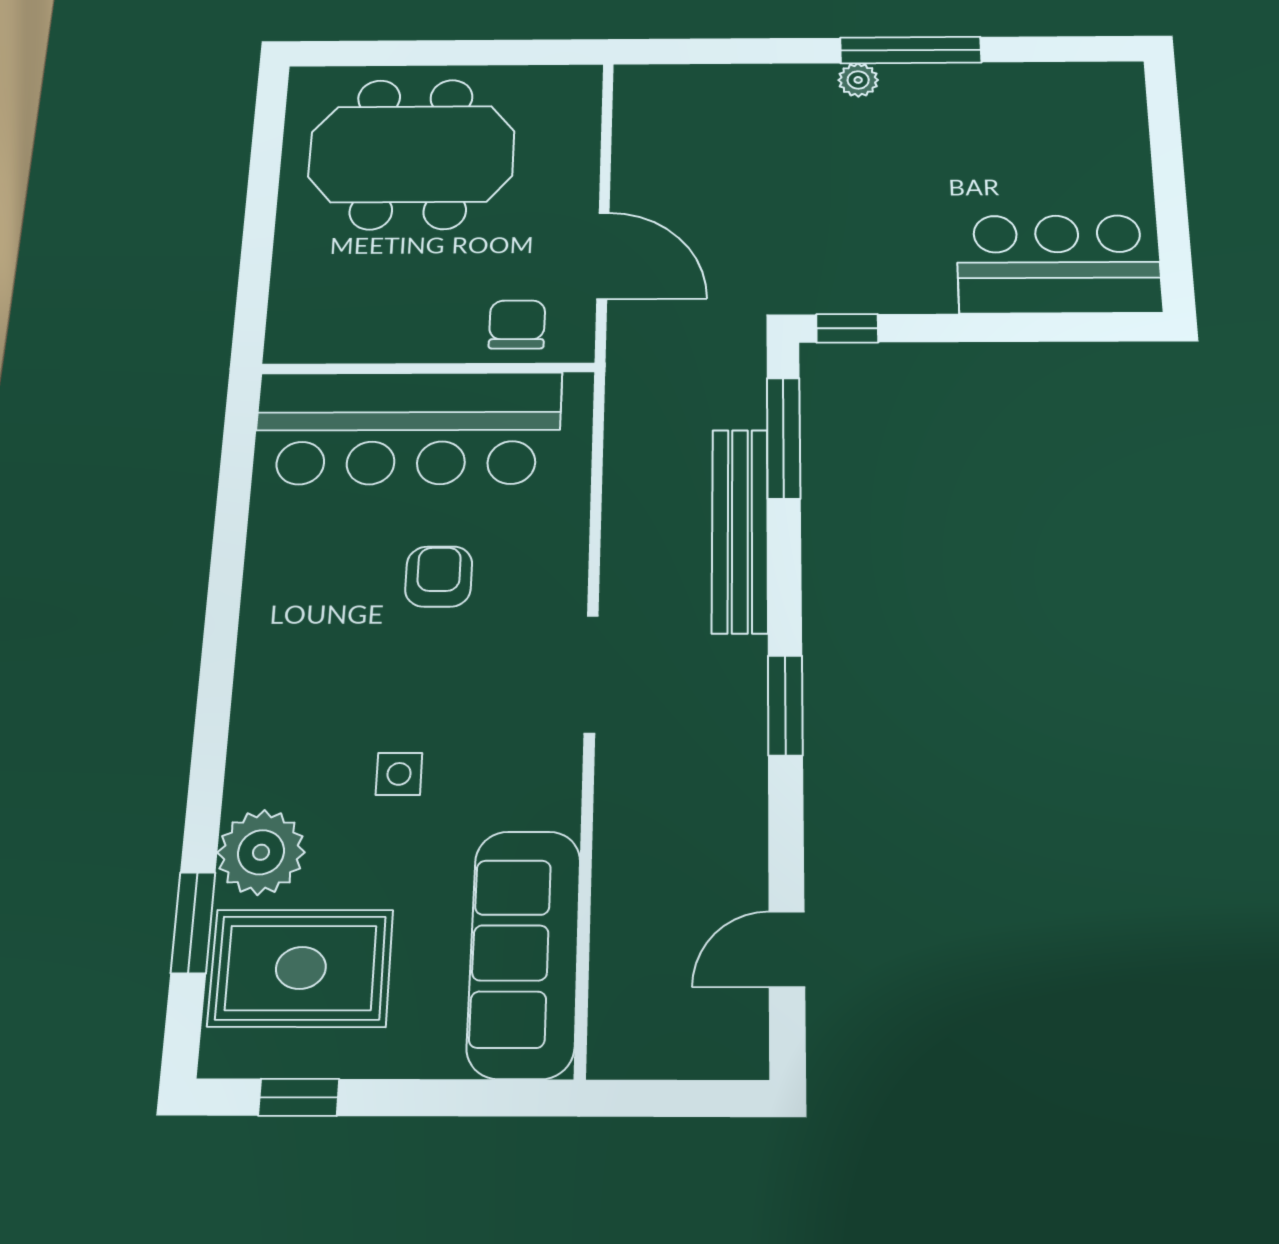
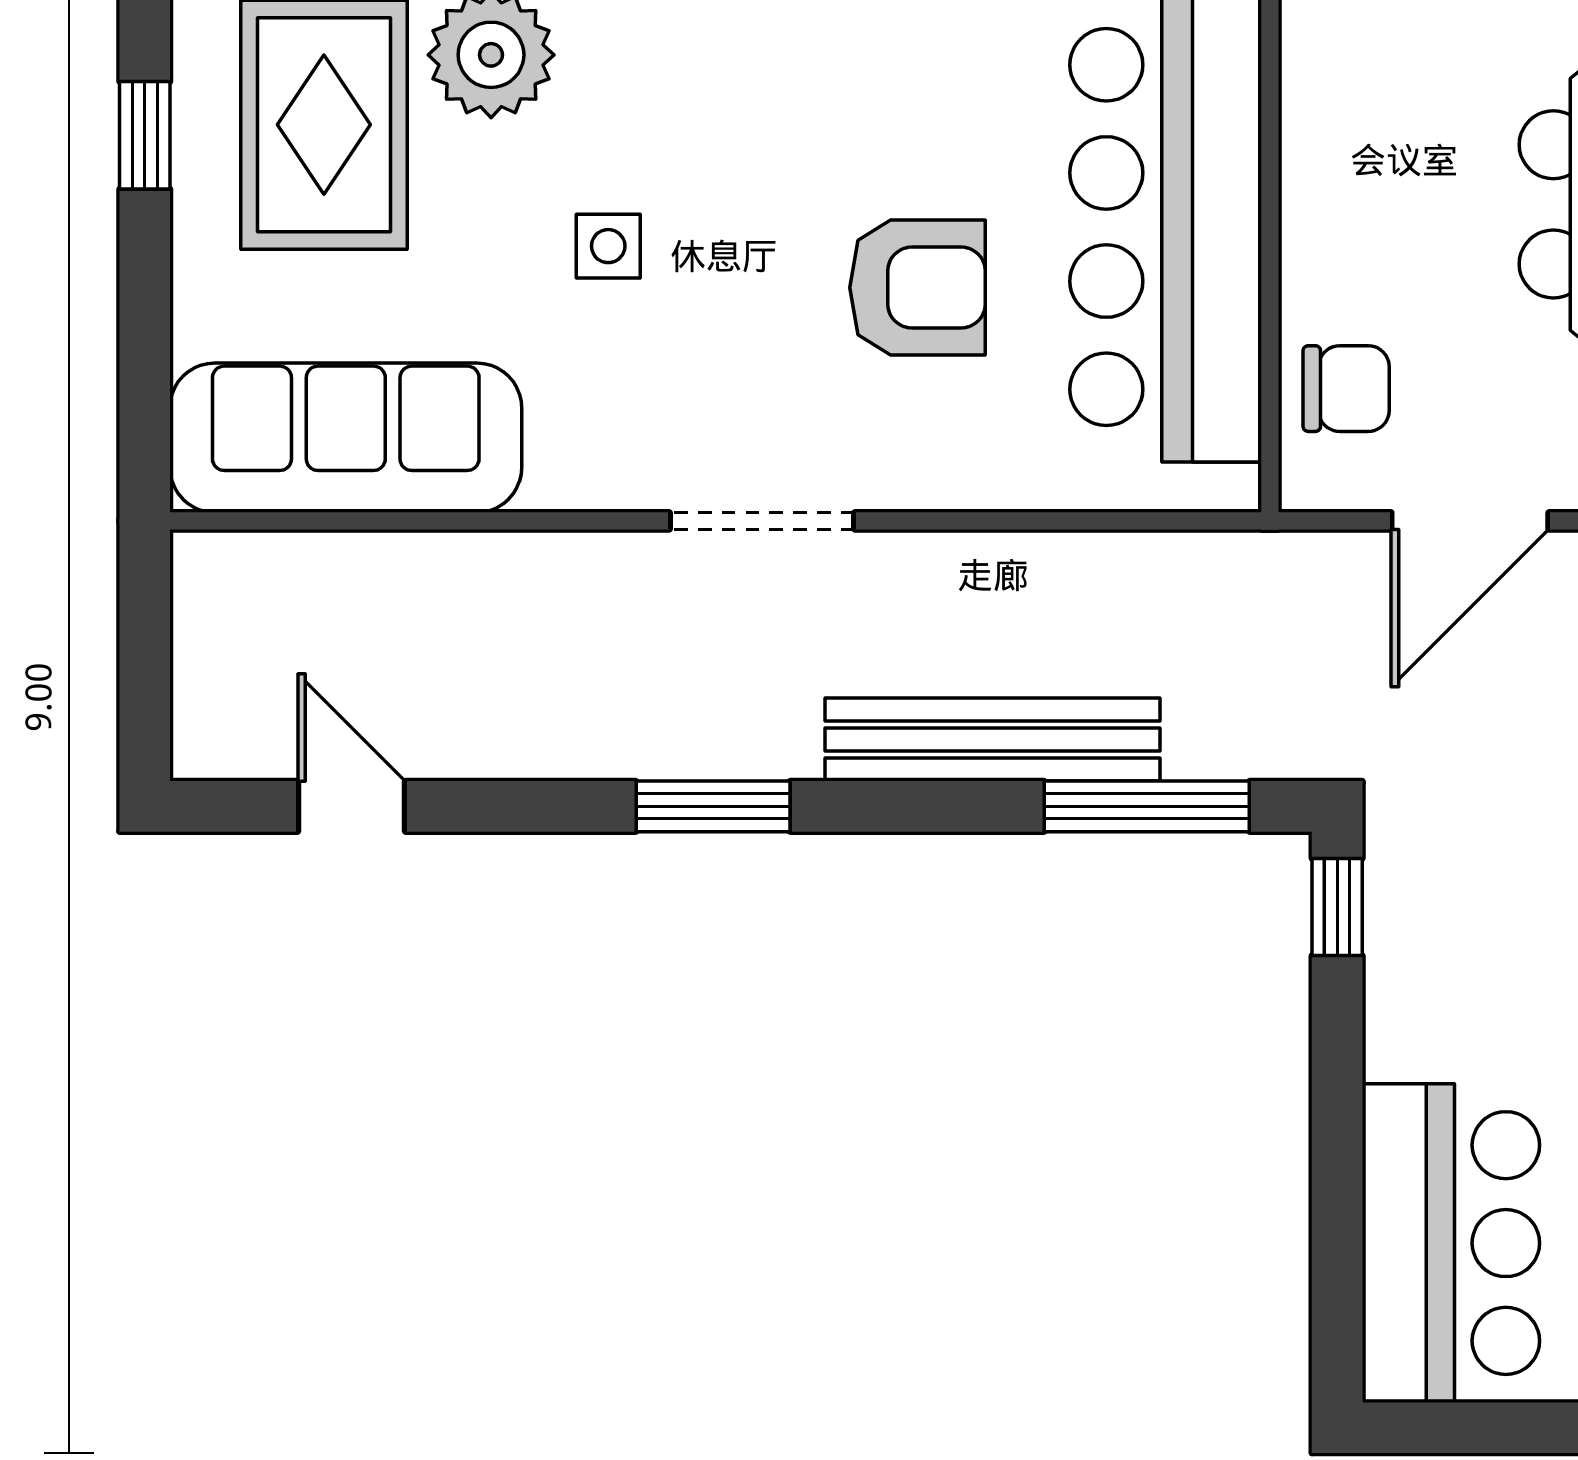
armchair: (439, 577) -> (918, 288), width x1.38, depth x1.38

